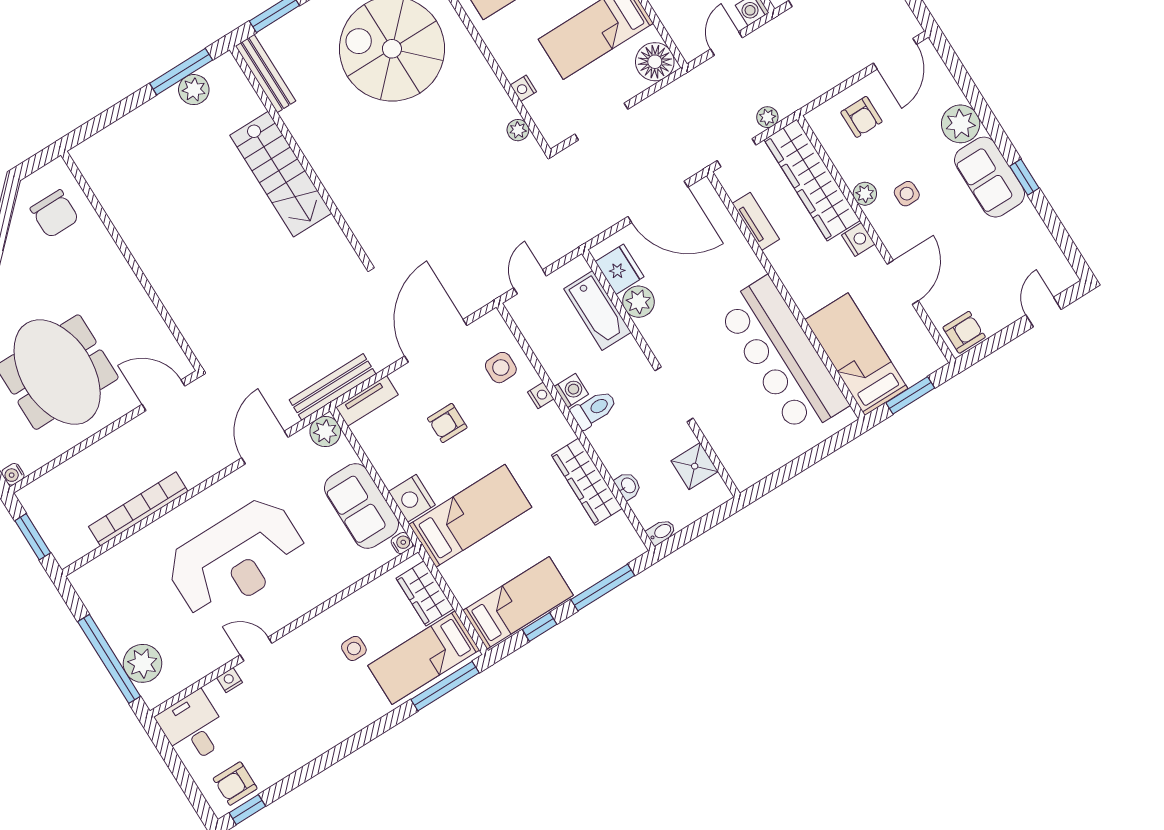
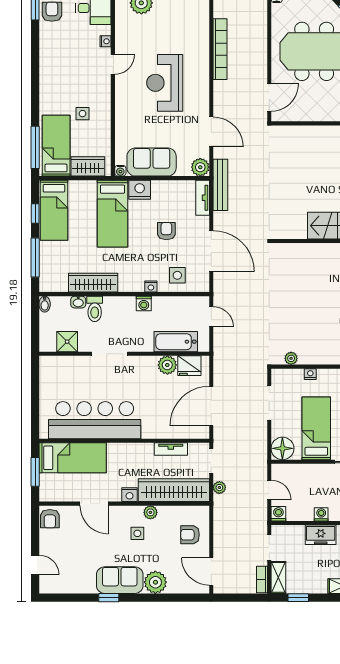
toilet: (594, 409) -> (95, 309), moved
reception desk: (236, 558) -> (165, 83), width x0.74, depth x0.77

